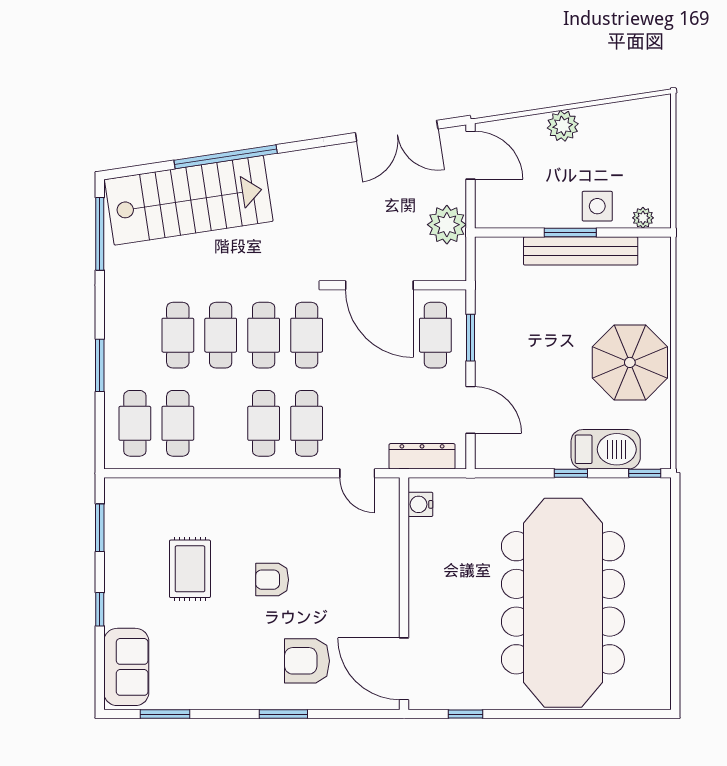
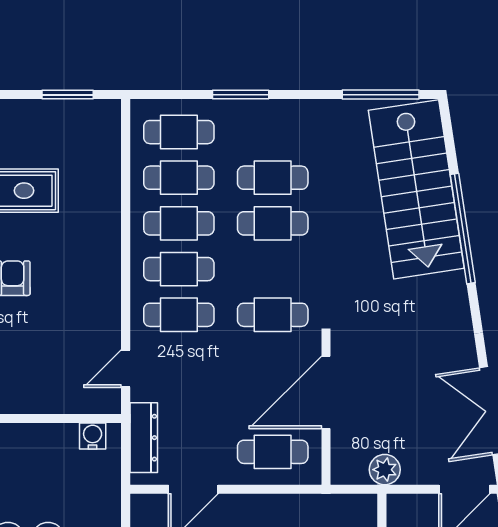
plant: (447, 225) -> (385, 470), width x0.73, depth x0.73
cafe table: (264, 335) -> (179, 223), moved
window: (470, 338) -> (270, 489), removed

